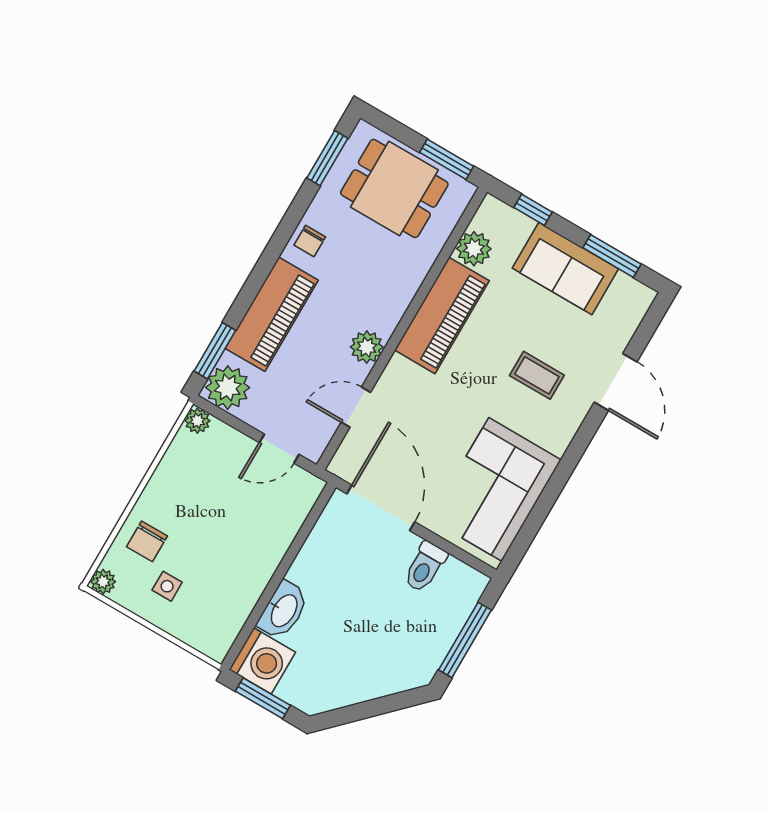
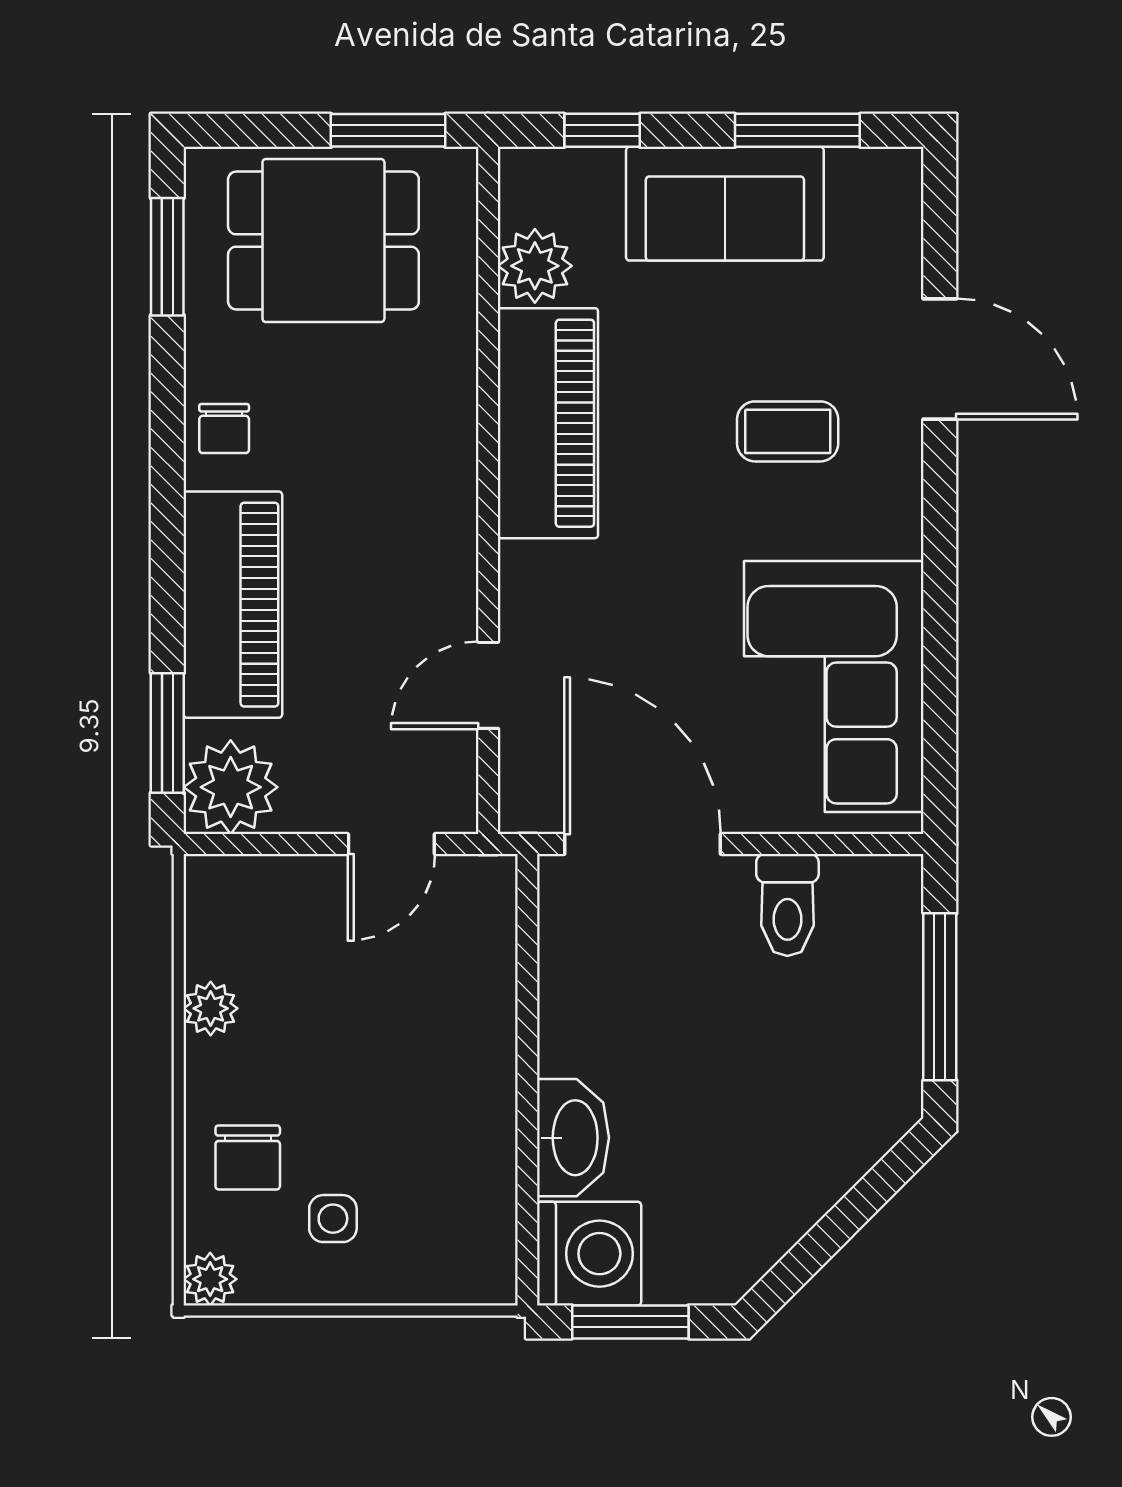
plant: (367, 347) -> (443, 563), removed
plant: (197, 421) -> (211, 1008), moved

